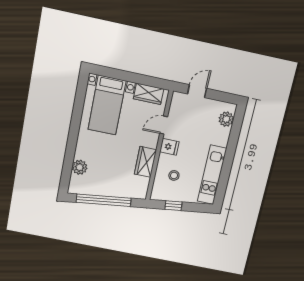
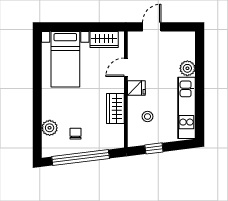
plant: (226, 119) -> (187, 68), moved
chair: (103, 178) -> (76, 134), added

